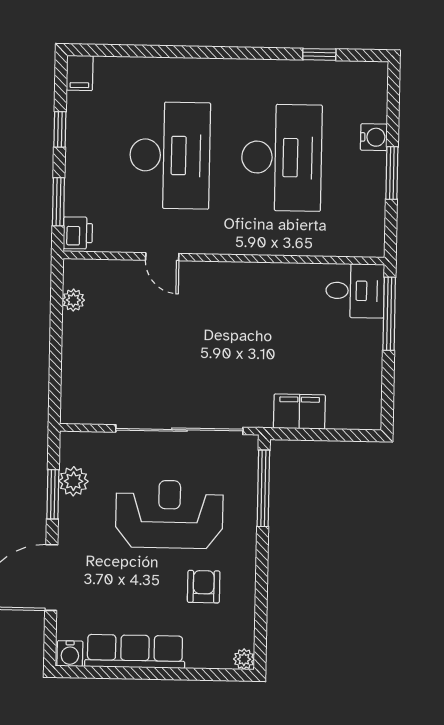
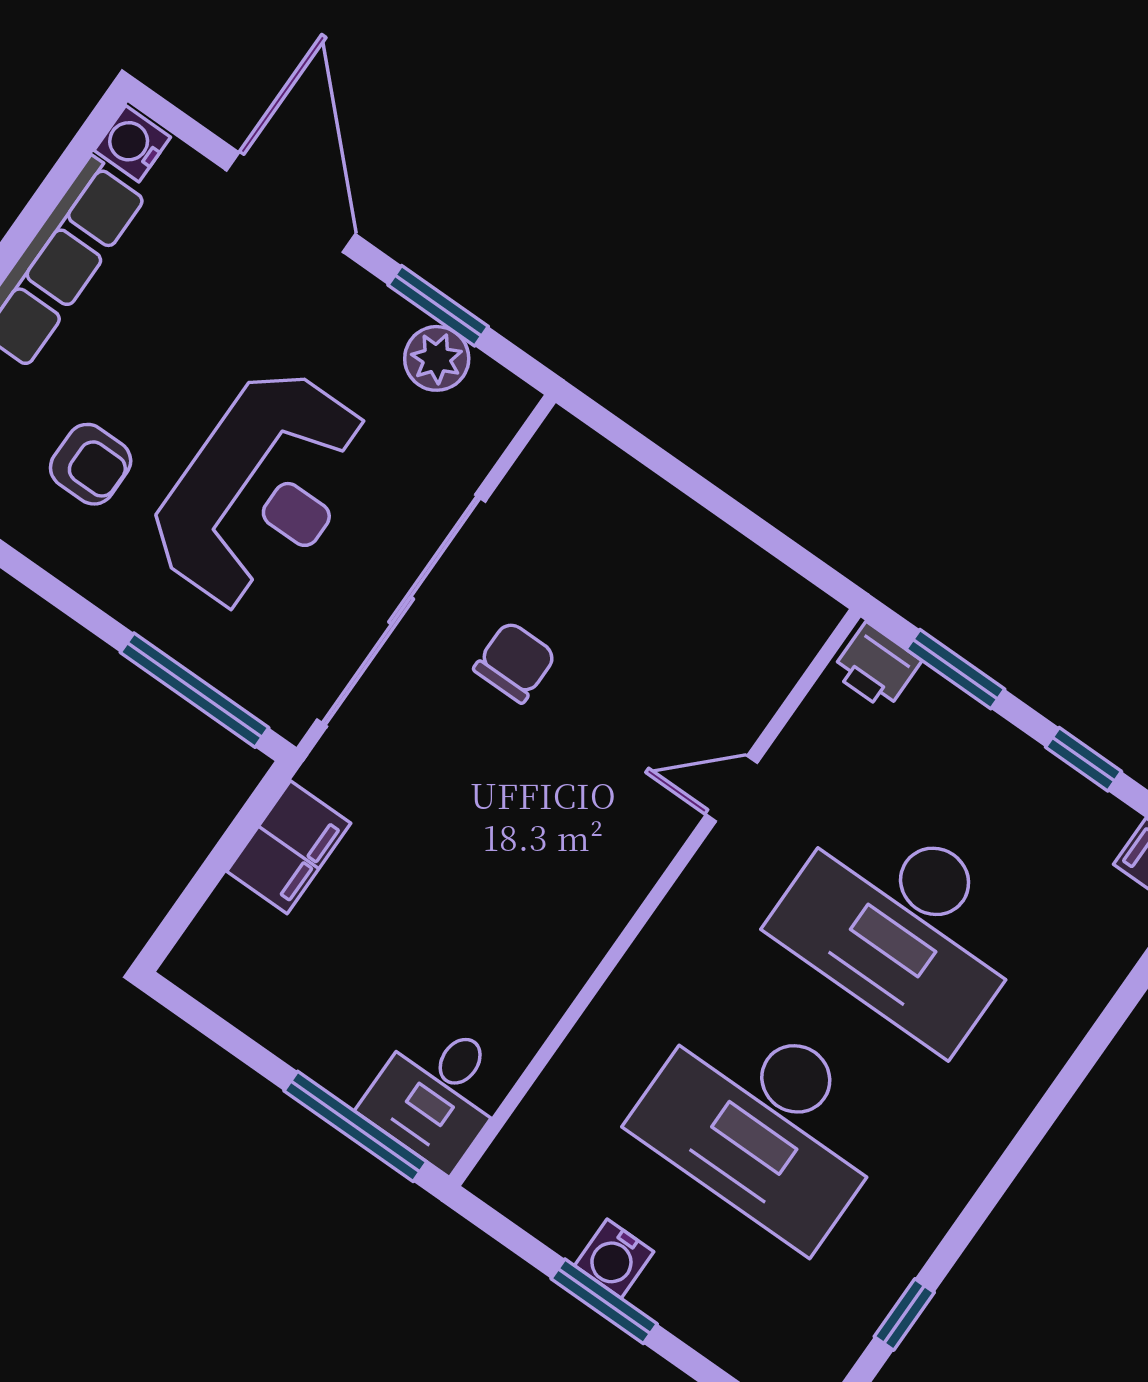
water cooler: (374, 137) -> (614, 1259), moved
plant: (73, 300) -> (761, 577), removed
chair: (170, 373) -> (515, 662), added

